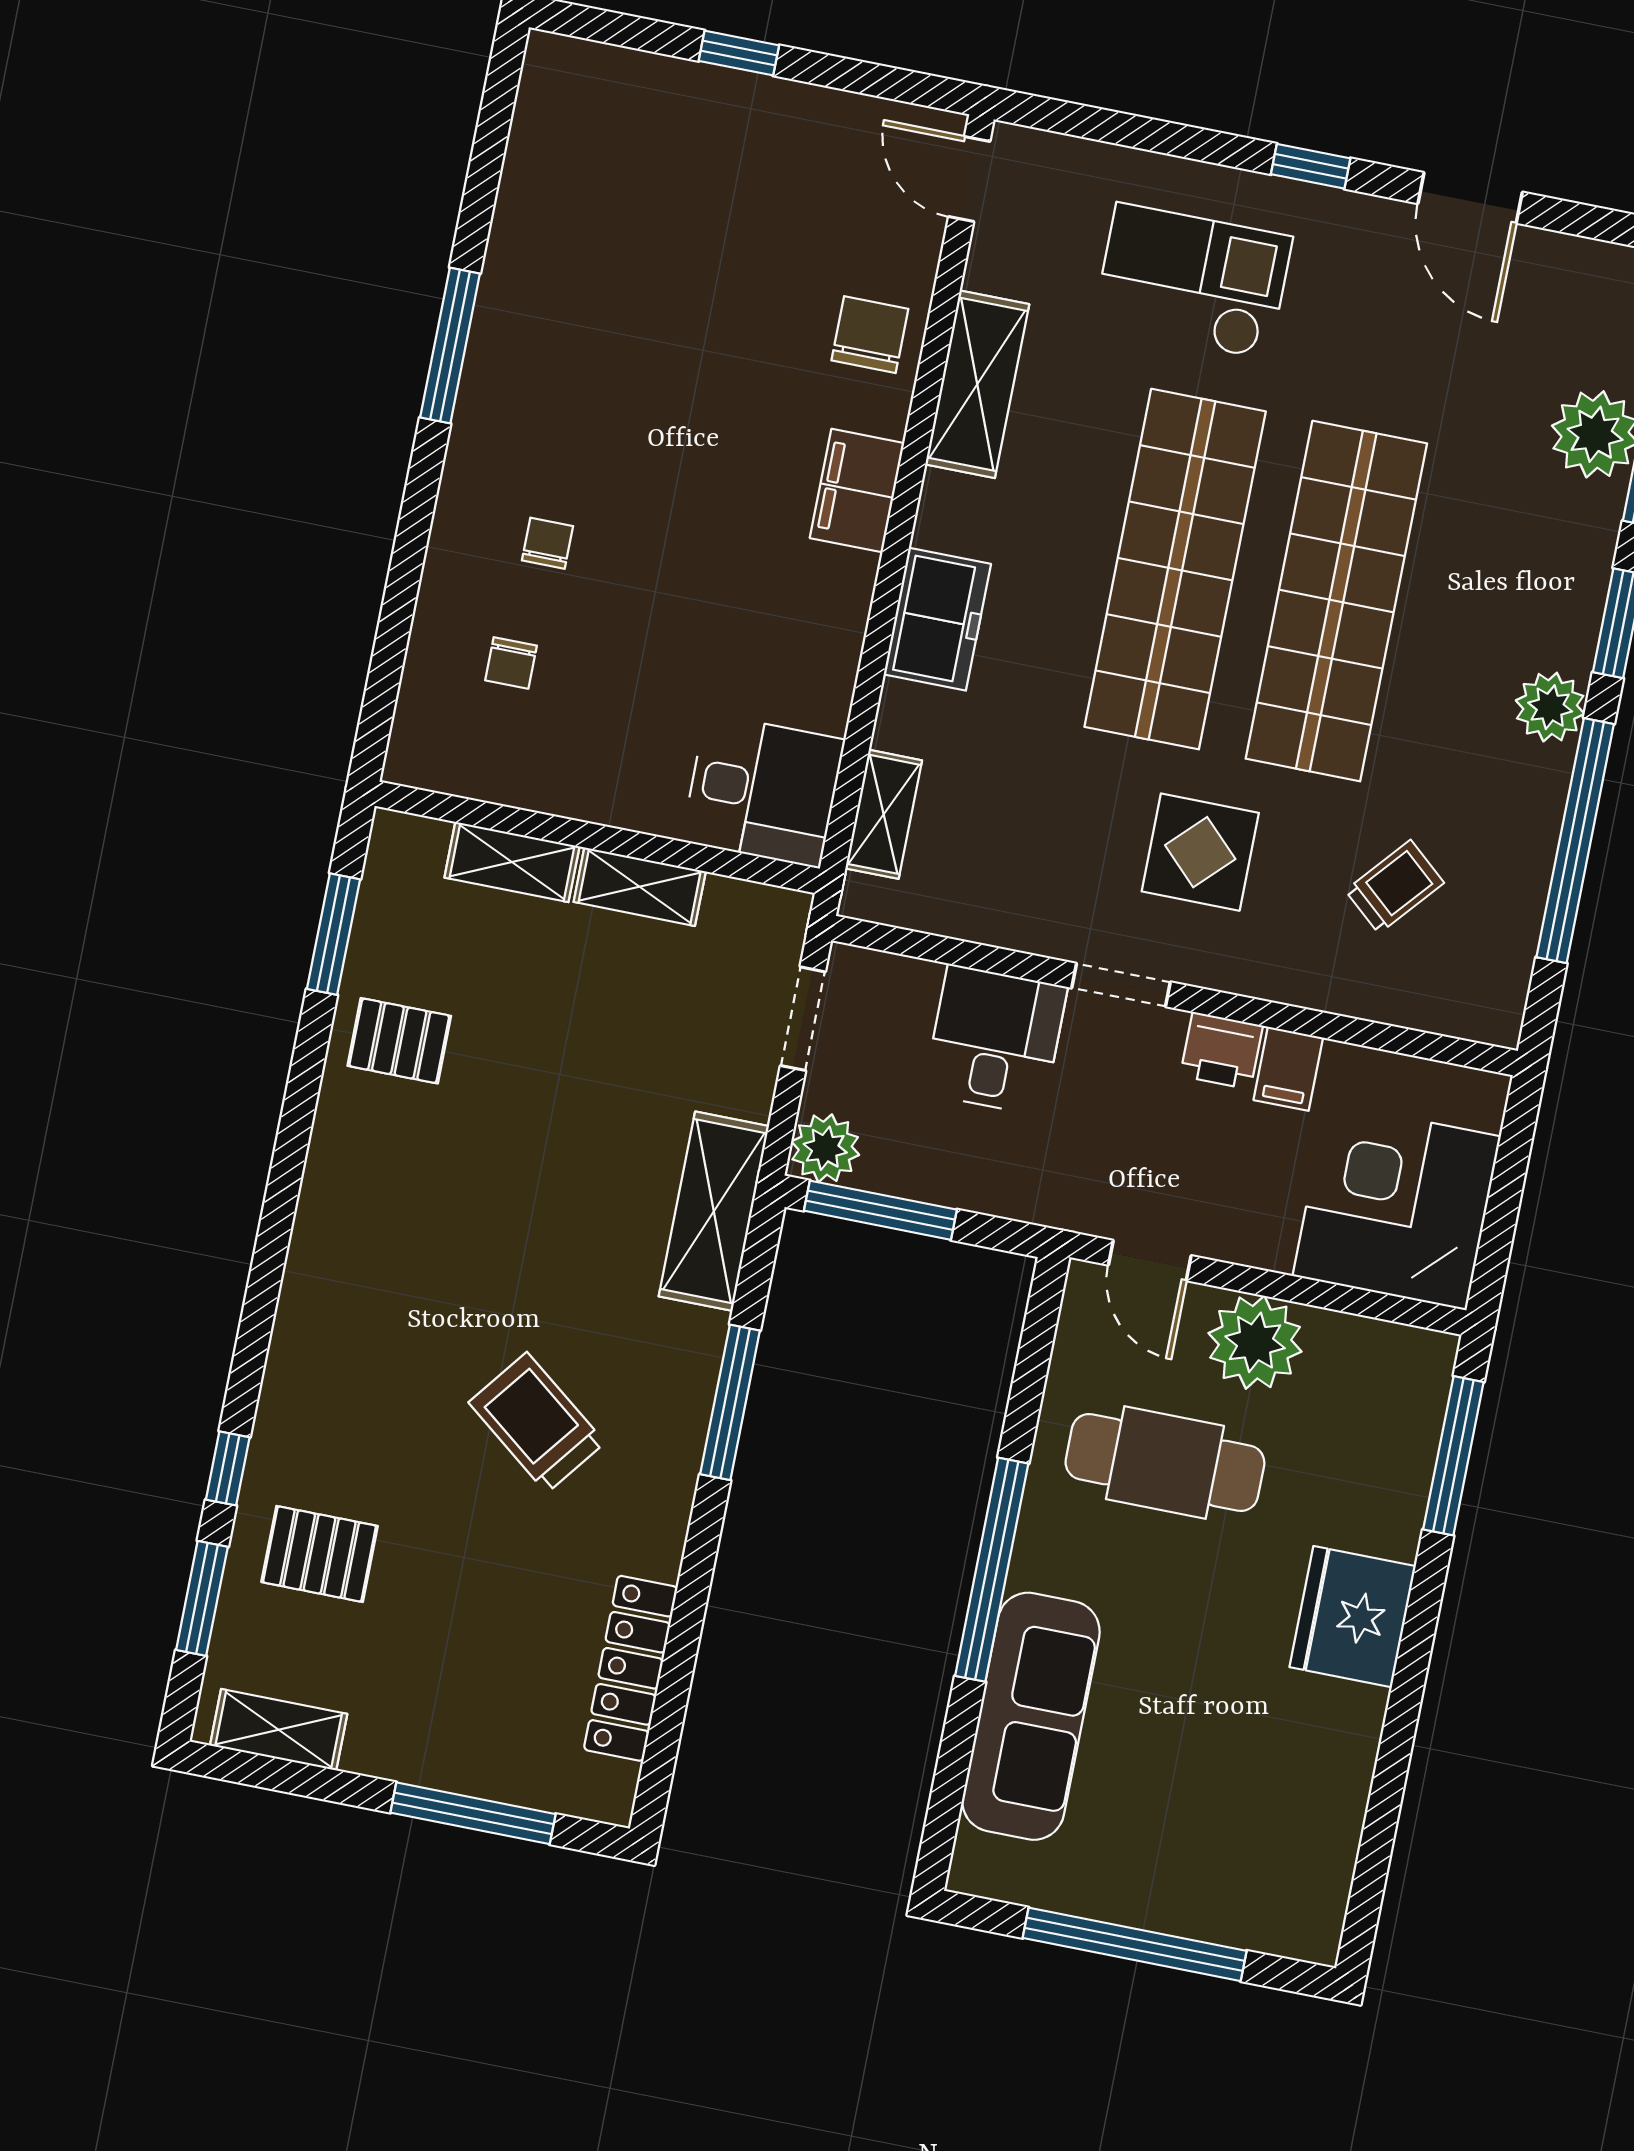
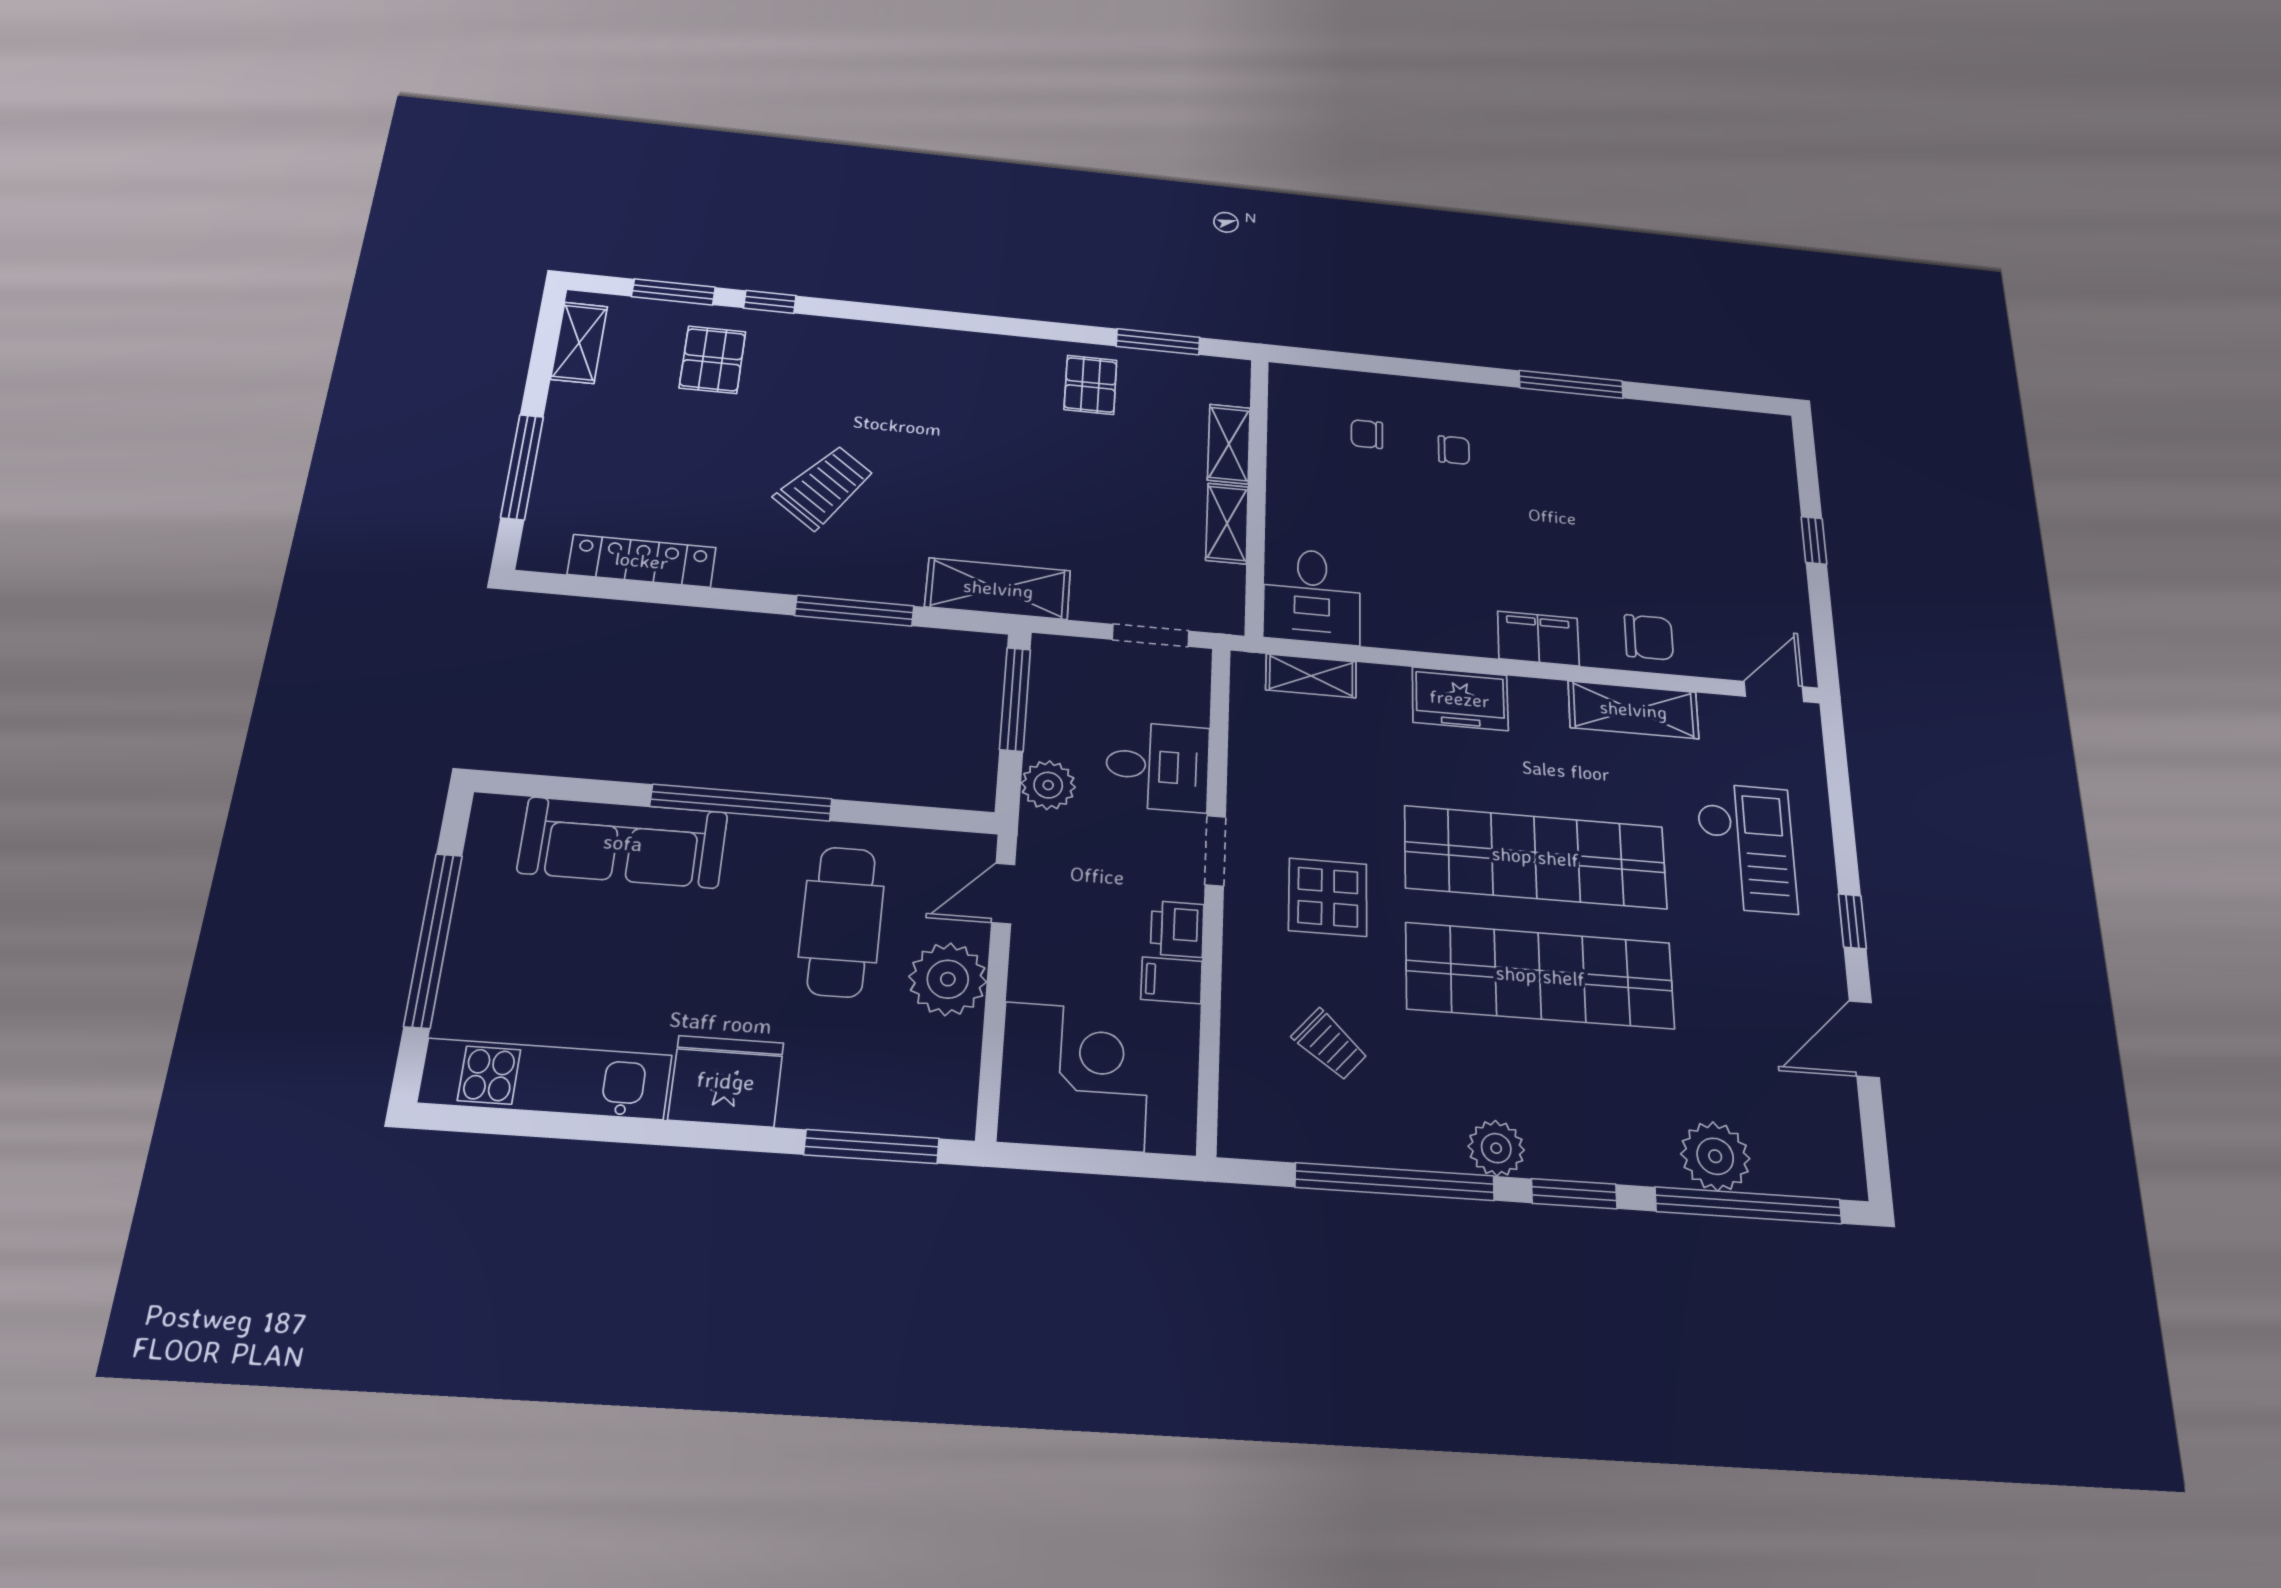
plant: (825, 1148) -> (1048, 785), moved
kitchen unit: (1325, 1823) -> (546, 1079), added

